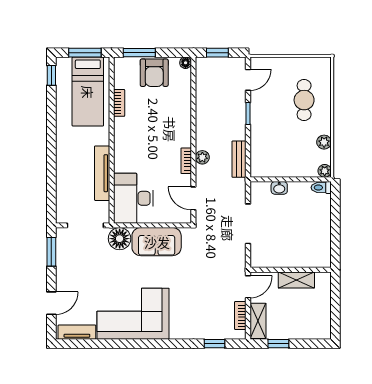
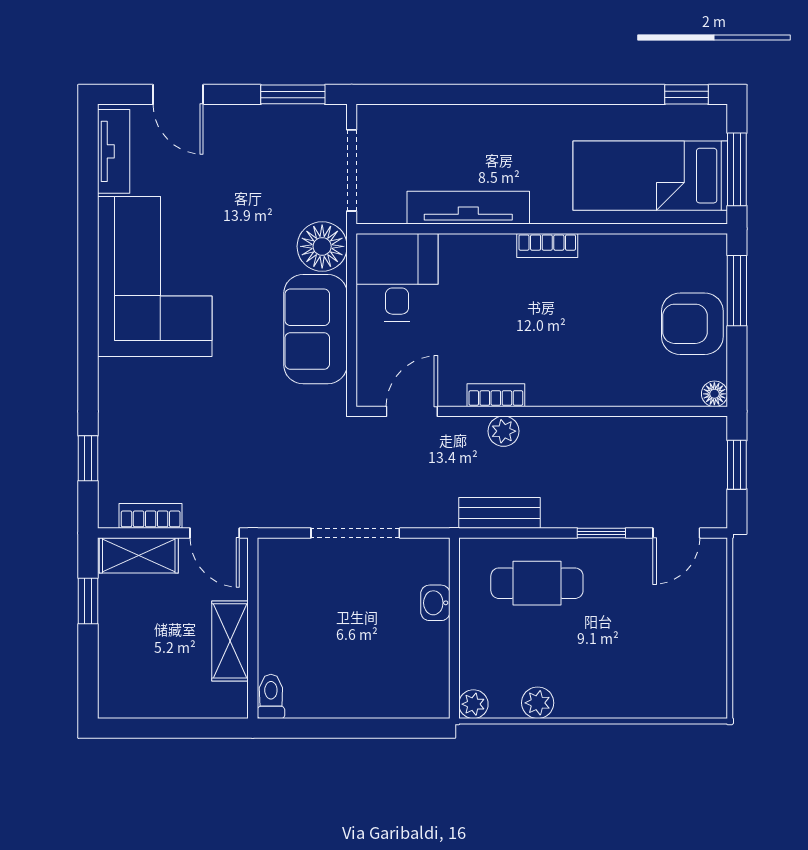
door: (248, 80) -> (676, 533), hinge flipped
cafe table: (304, 100) -> (537, 583), moved
bookcase: (119, 103) -> (547, 245), moved
toilet: (321, 188) -> (271, 696), moved
desk: (133, 198) -> (397, 277), width x0.73

